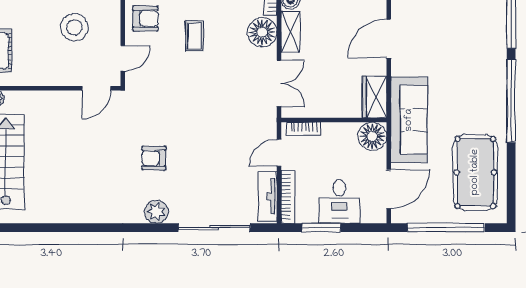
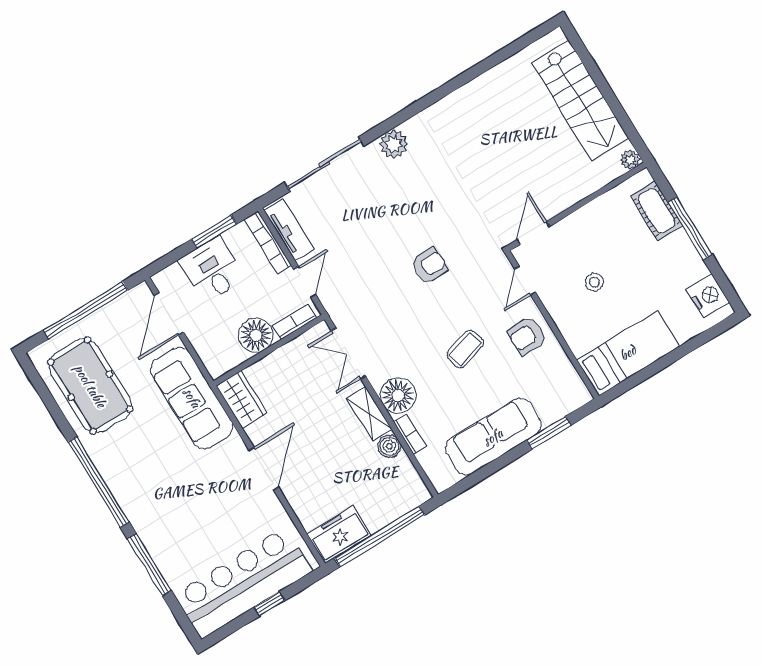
stool: (74, 27) -> (594, 282), width x0.53, depth x0.53
coffee table: (195, 36) -> (465, 349), turned 74
floor lamp: (372, 136) -> (256, 335), moved
armchair: (154, 158) -> (429, 266), moved

